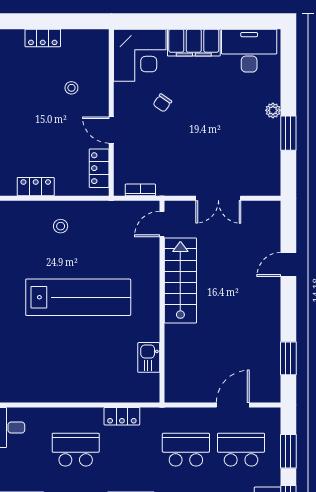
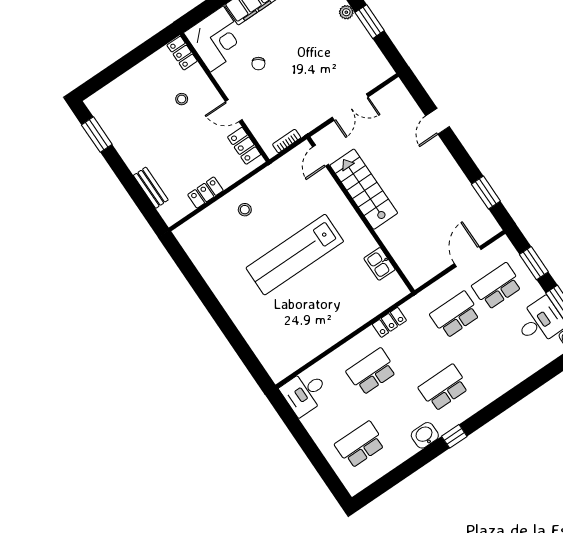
locker: (43, 38) -> (182, 53), moved, turned 90
lab bench: (78, 297) -> (295, 255), turned 180

